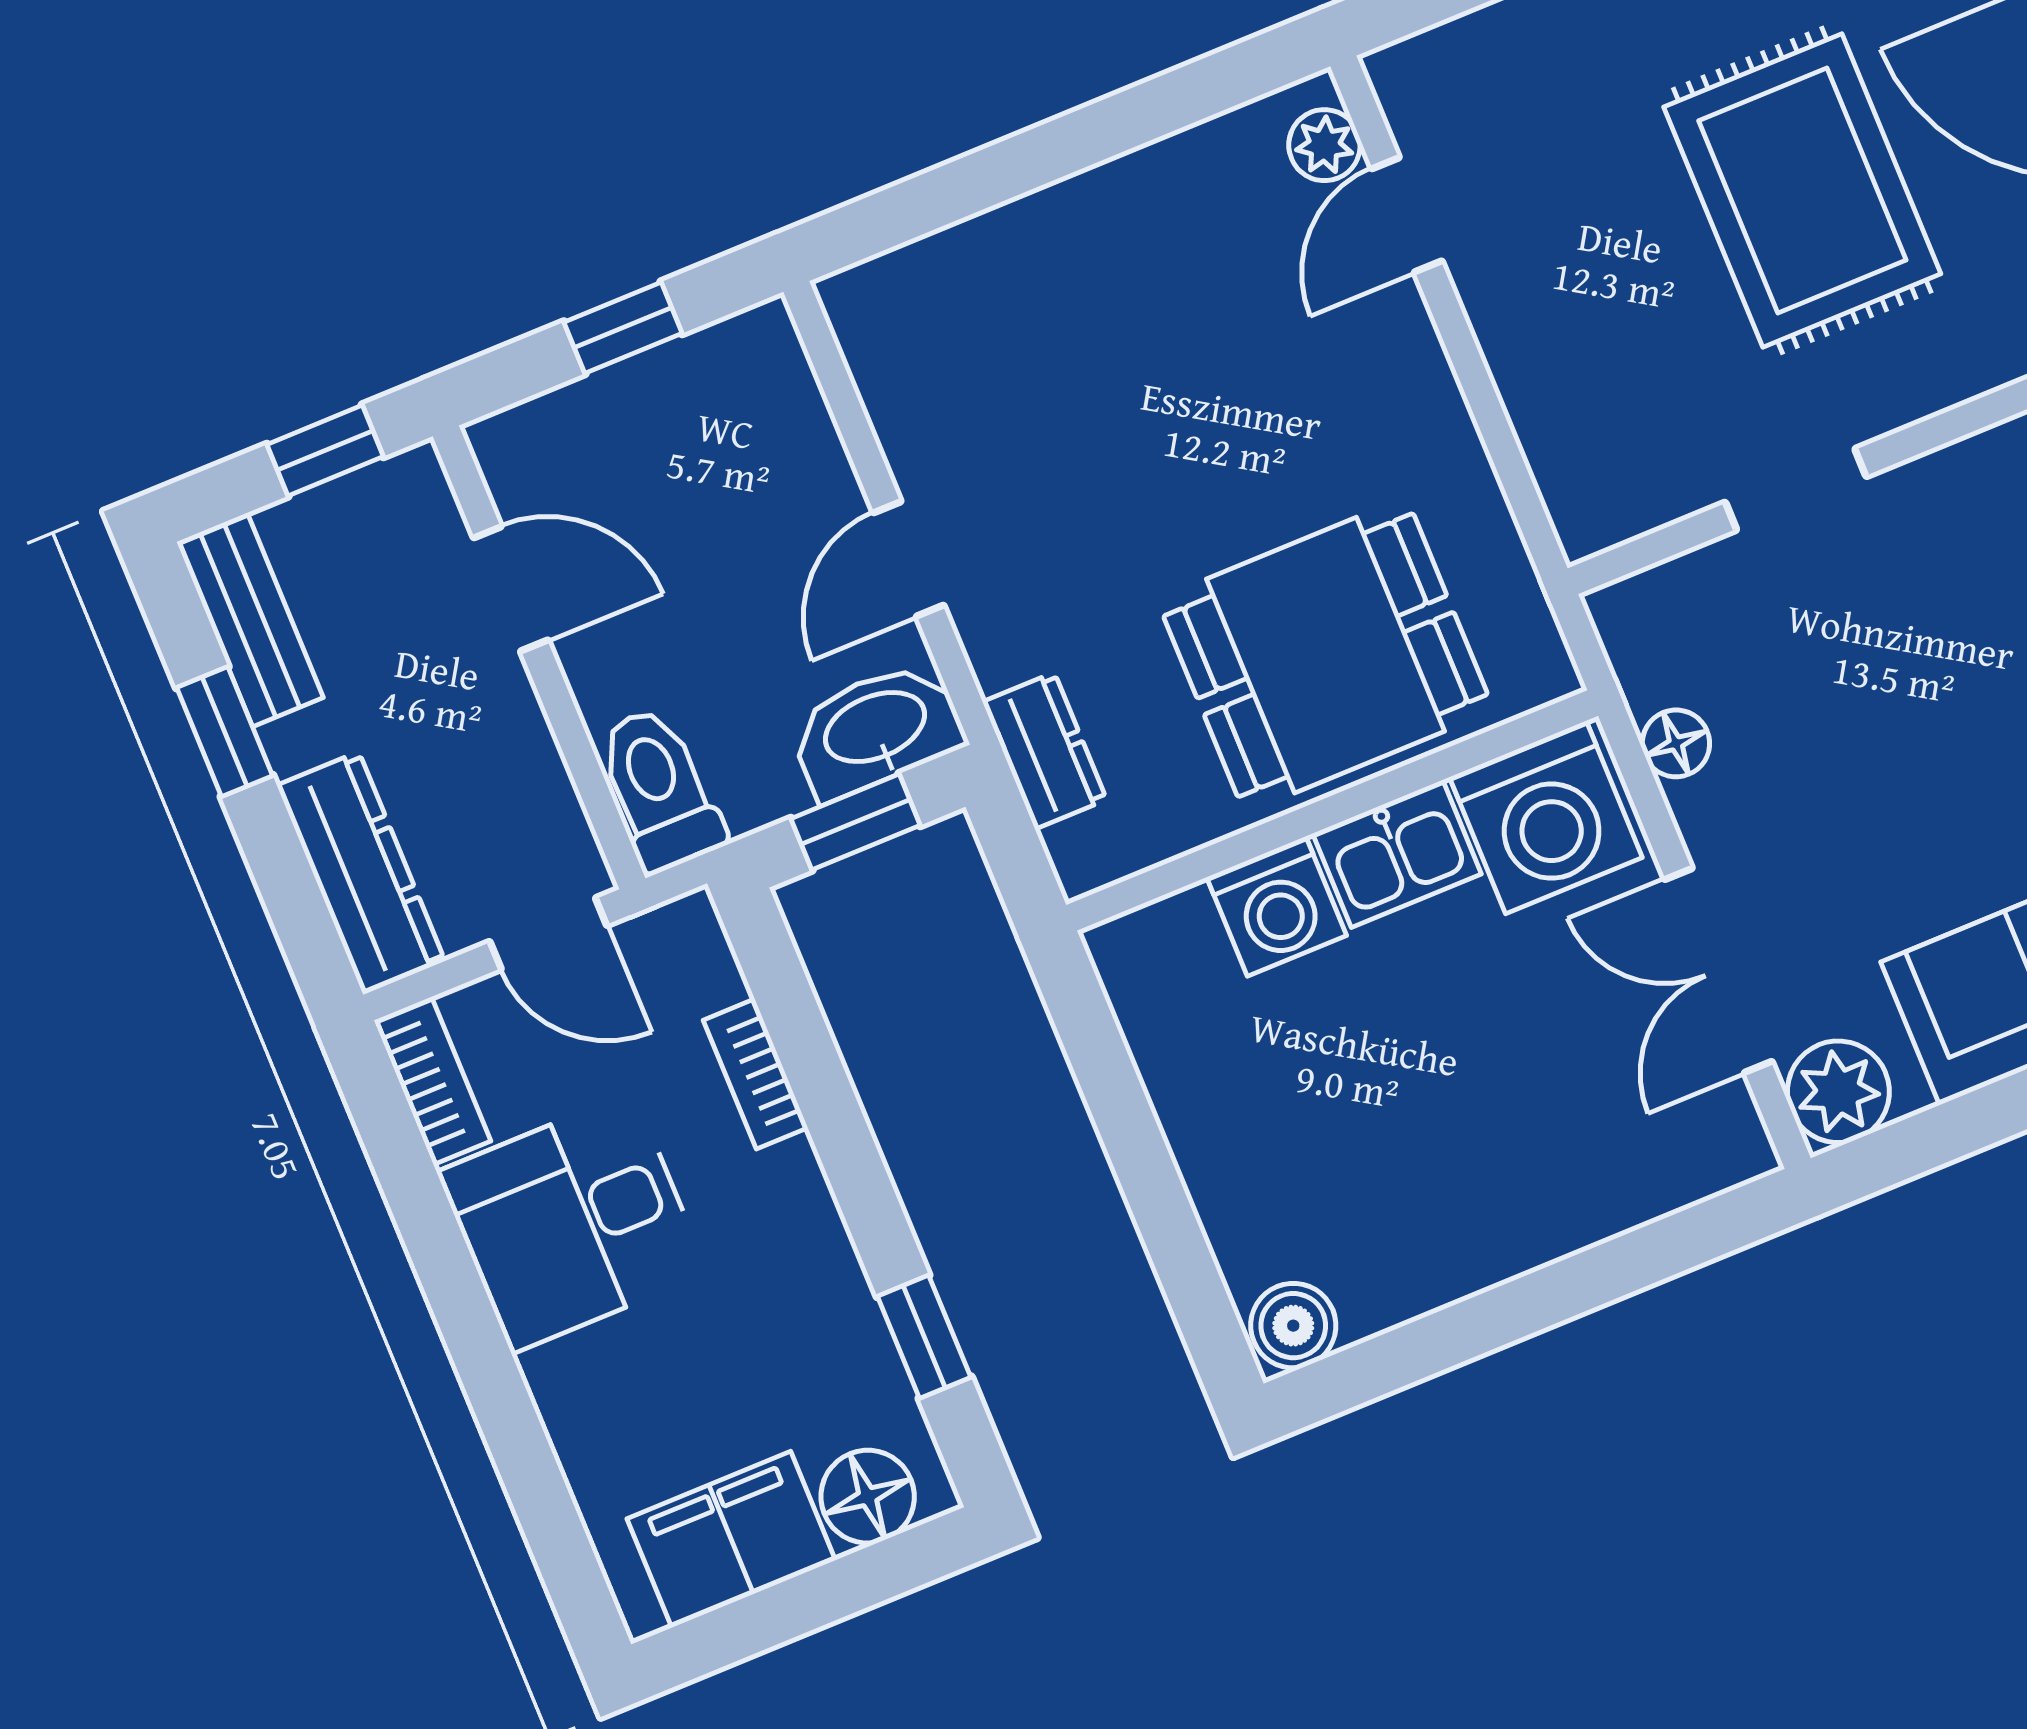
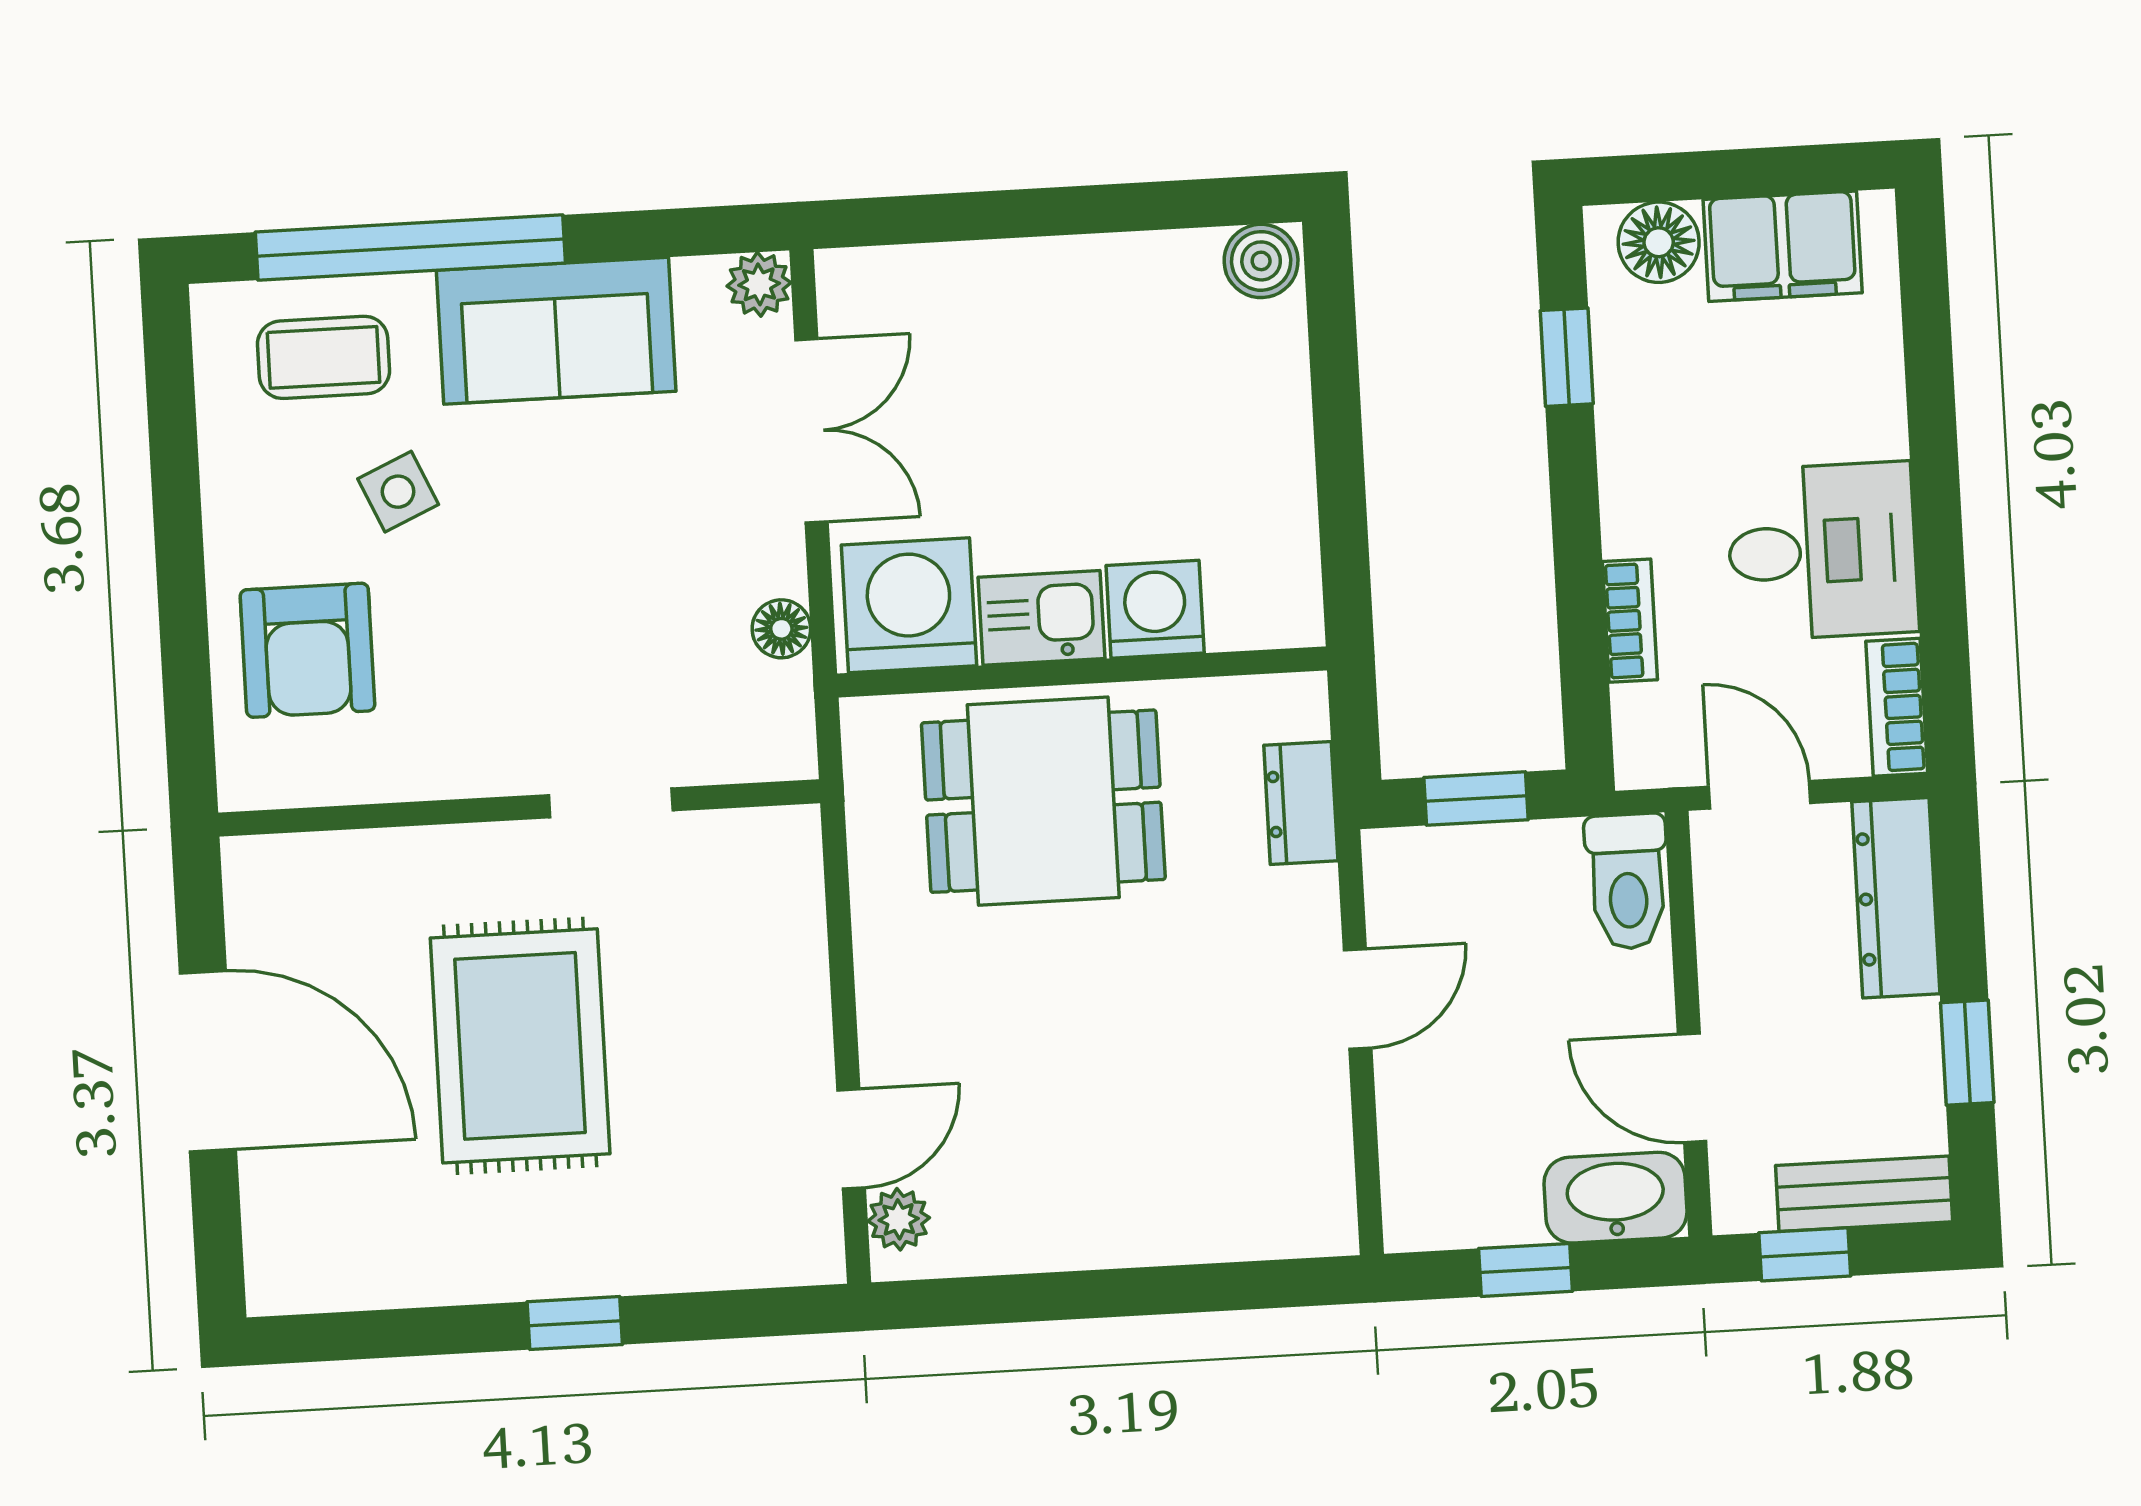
bench: (250, 620) -> (1864, 1194), moved, turned 90
washbasin: (876, 730) -> (1615, 1198), moved, turned 180
plant: (1838, 1092) -> (759, 284), width x0.73, depth x0.73

